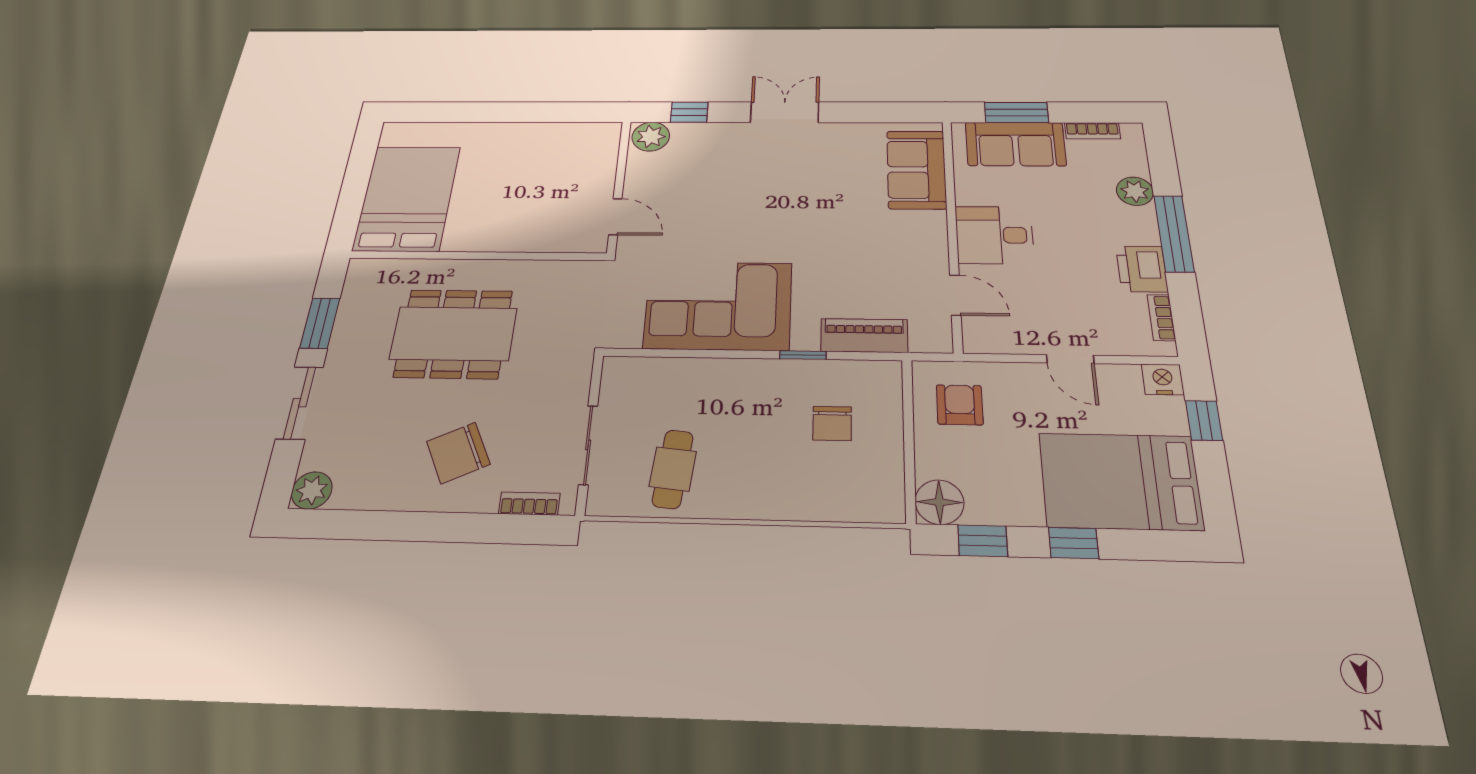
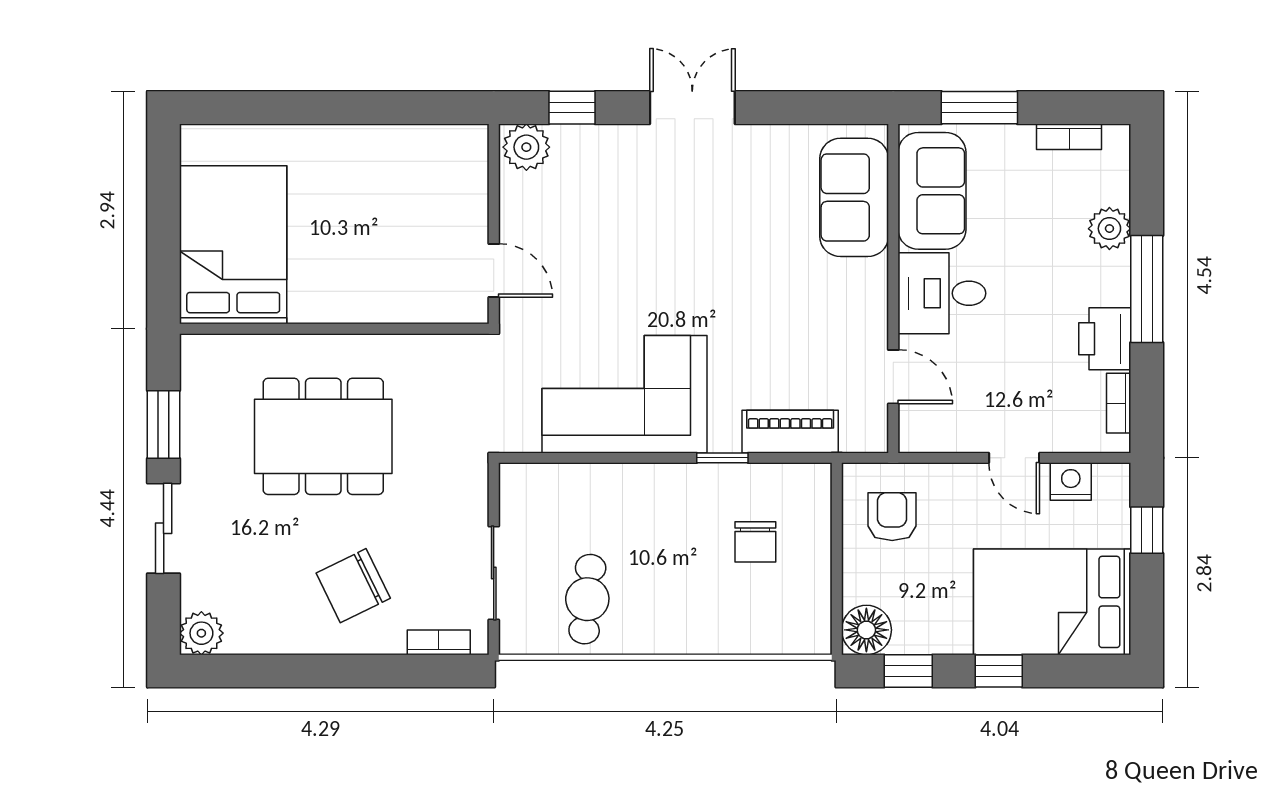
sofa: (1015, 144) -> (932, 191), moved, turned -90
nightstand: (1163, 379) -> (1071, 482), moved

